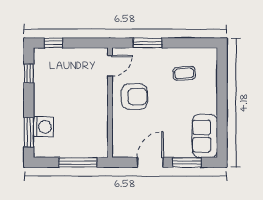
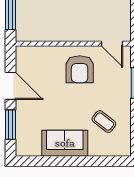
coffee table: (184, 73) -> (104, 122), turned -47
sofa: (205, 136) -> (65, 143), moved

